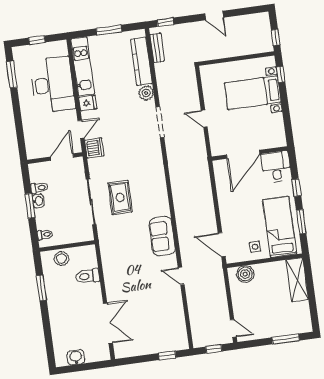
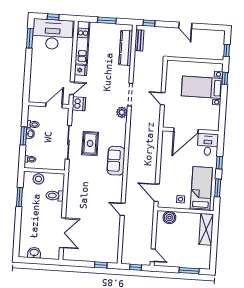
desk: (52, 85) -> (52, 34), moved, turned -90
plant: (146, 93) -> (122, 112), moved
sofa: (162, 236) -> (116, 161), moved

